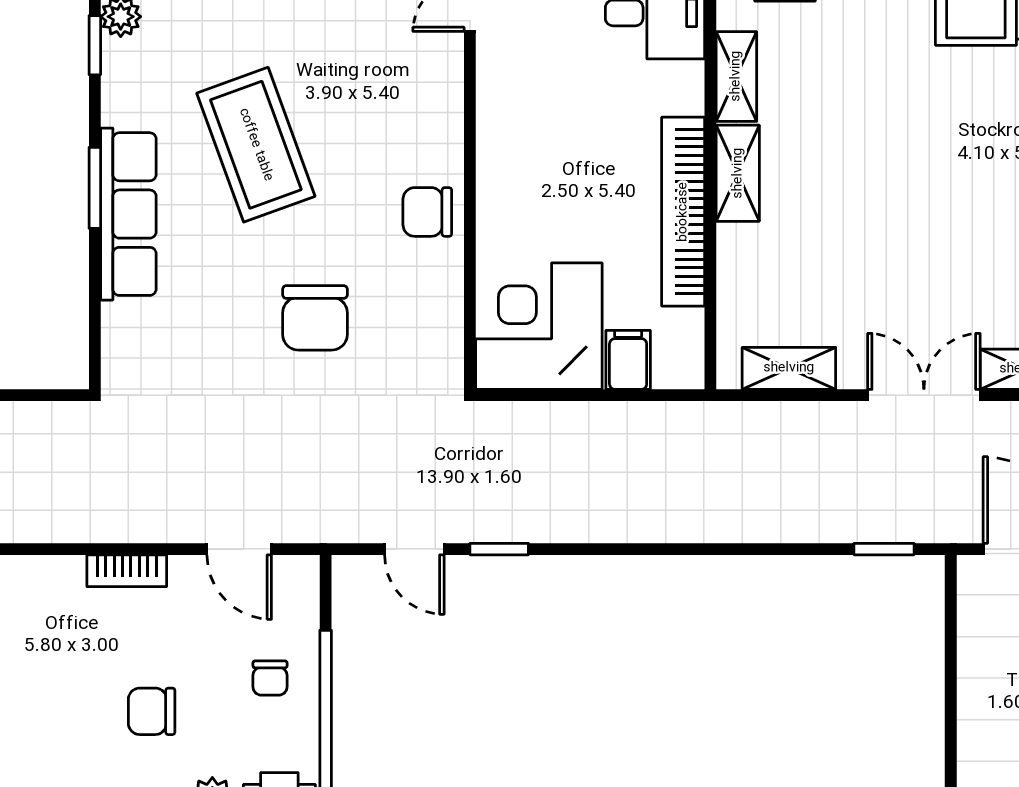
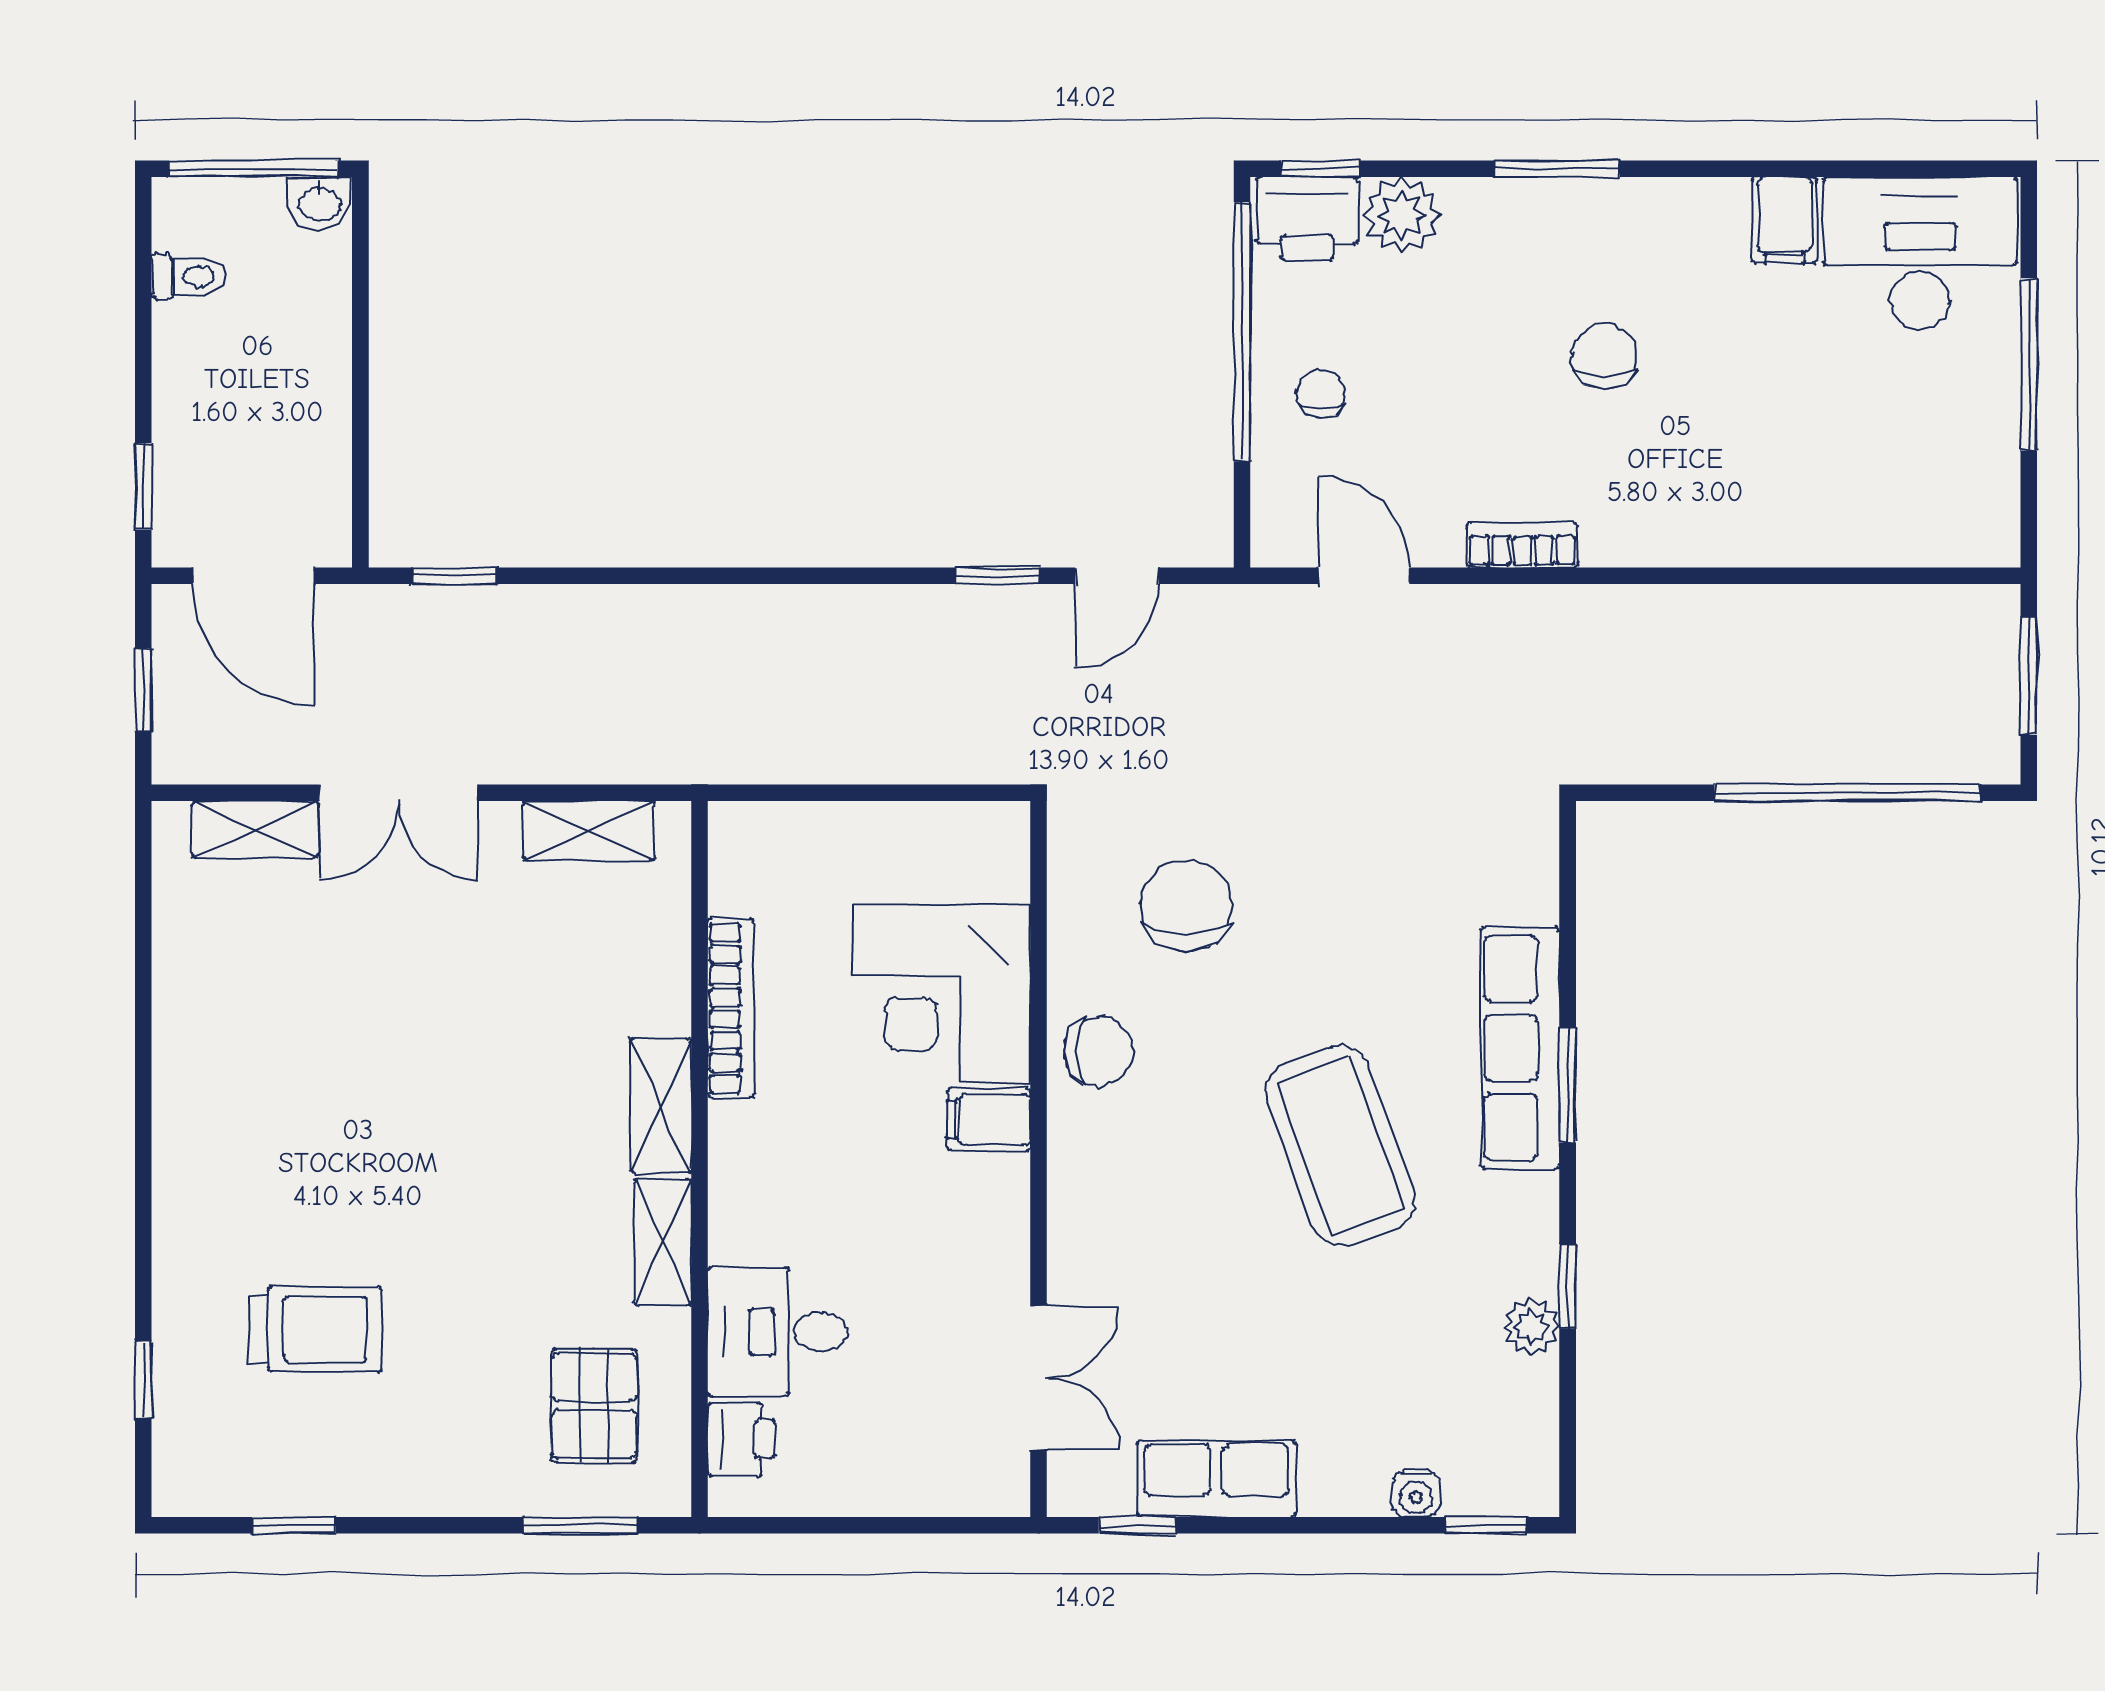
bookcase: (683, 212) -> (731, 1008), width x0.68, depth x0.76
chair: (315, 318) -> (1186, 905), moved
corner desk: (539, 326) -> (941, 994), moved, turned 90
filing cabinet: (628, 360) -> (989, 1120), moved, turned 90
door: (414, 549) -> (1117, 576), swing flipped
chair: (152, 711) -> (1604, 356), moved, turned -90

